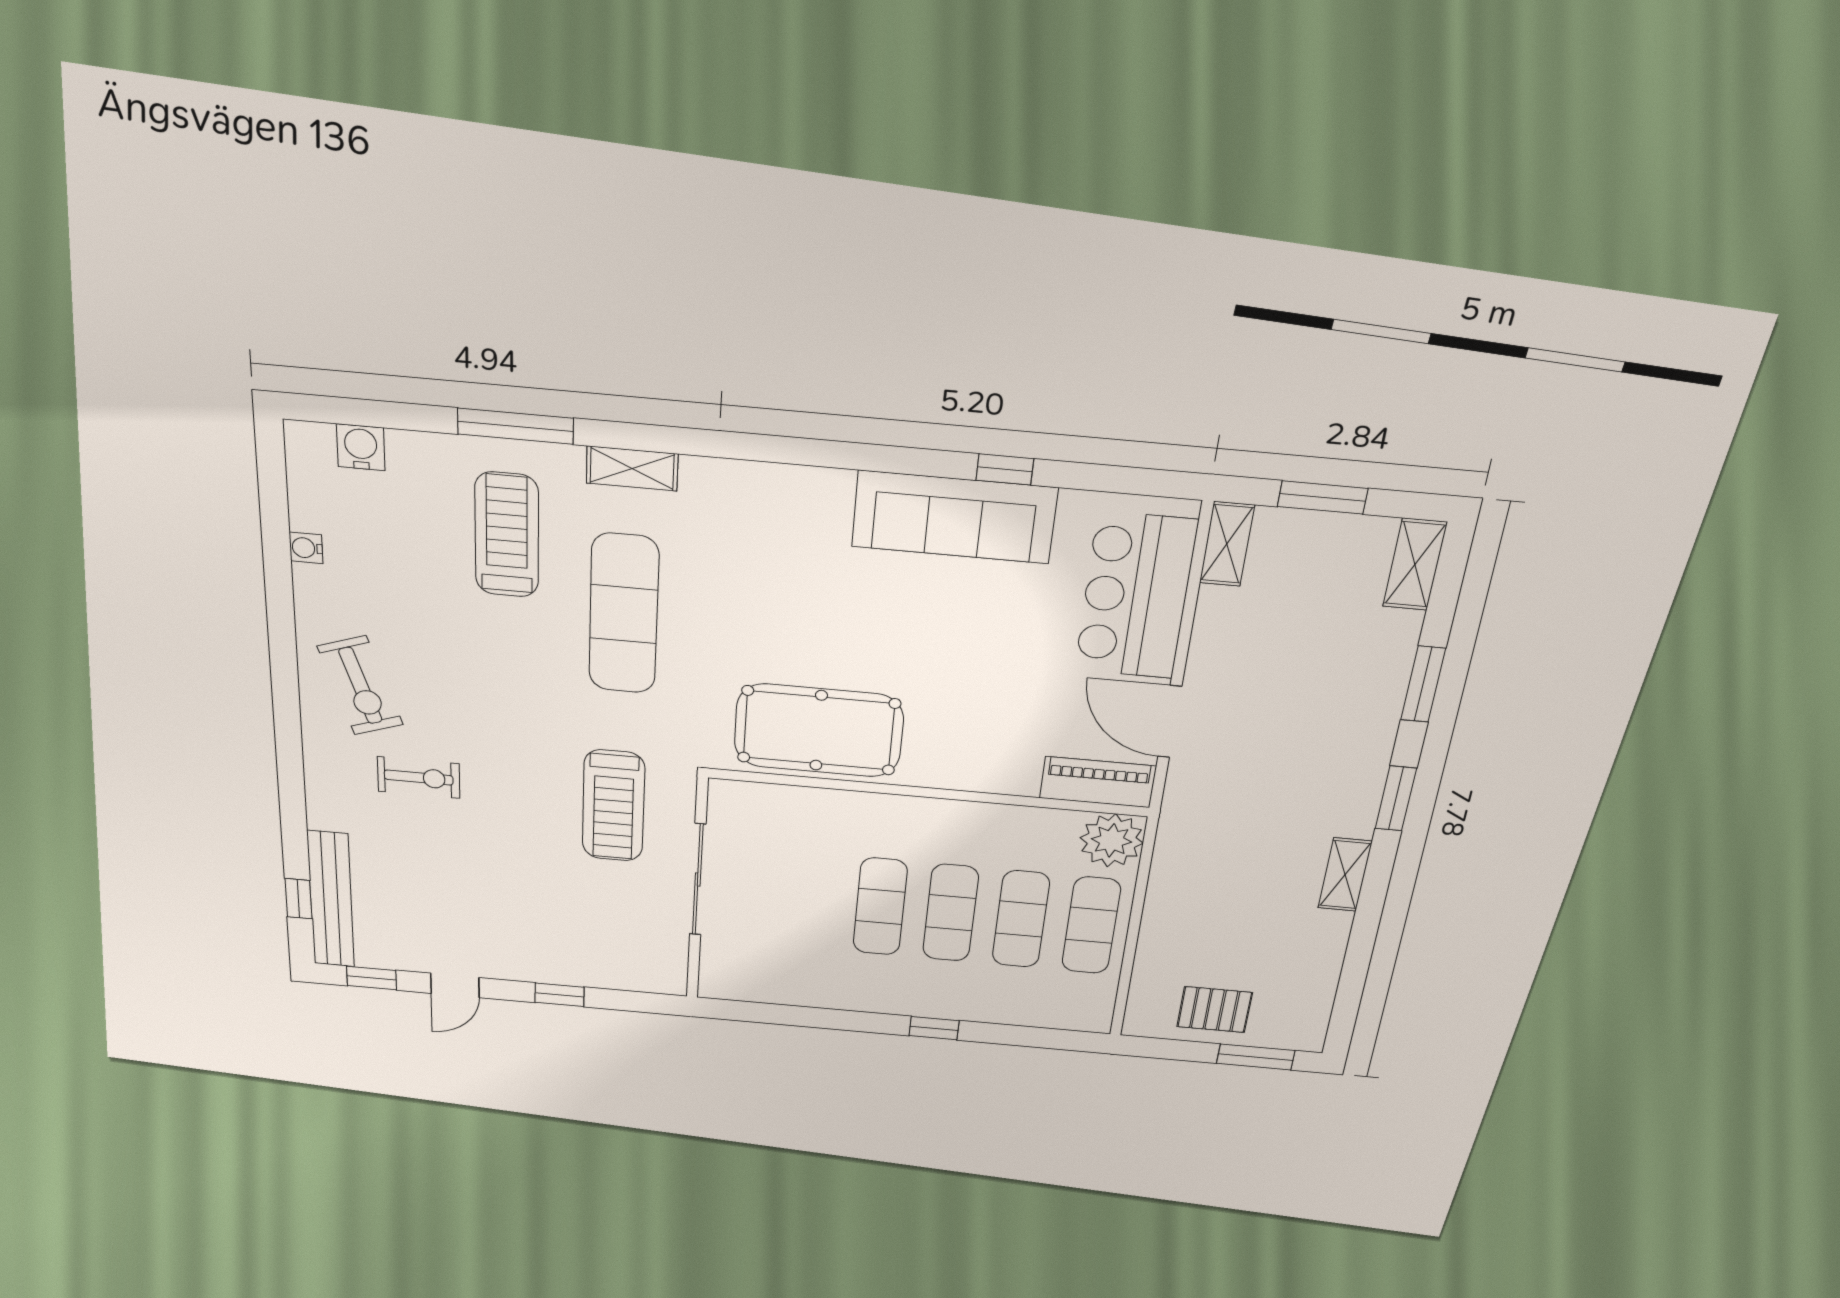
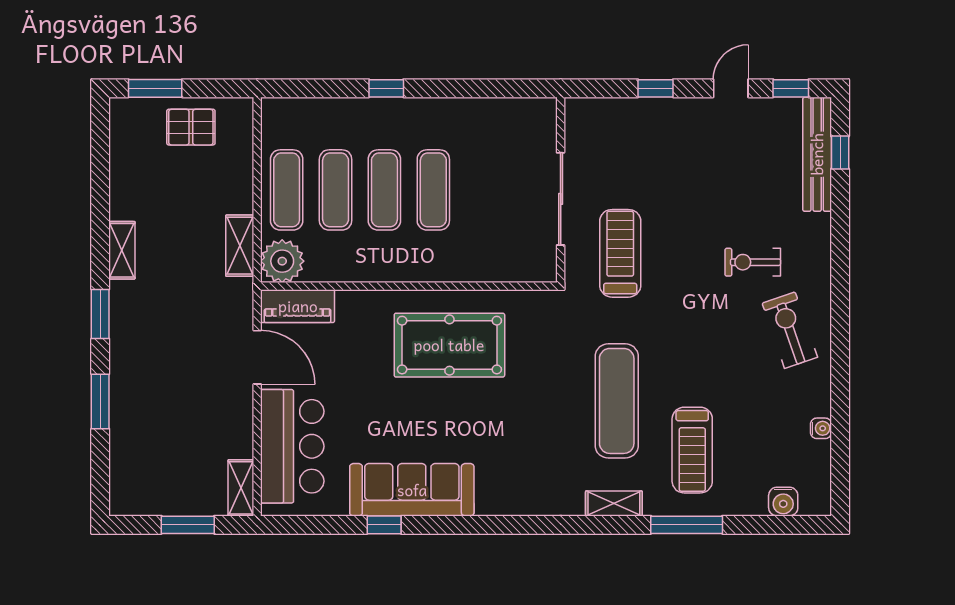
shelving: (1415, 564) -> (240, 246), moved
pool table: (819, 730) -> (449, 345), moved

